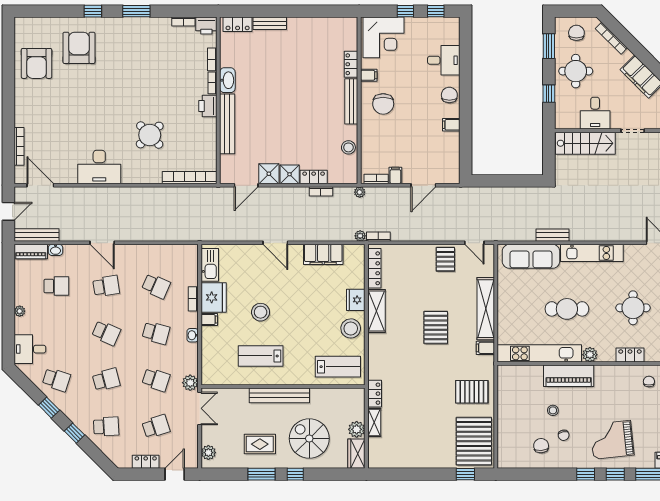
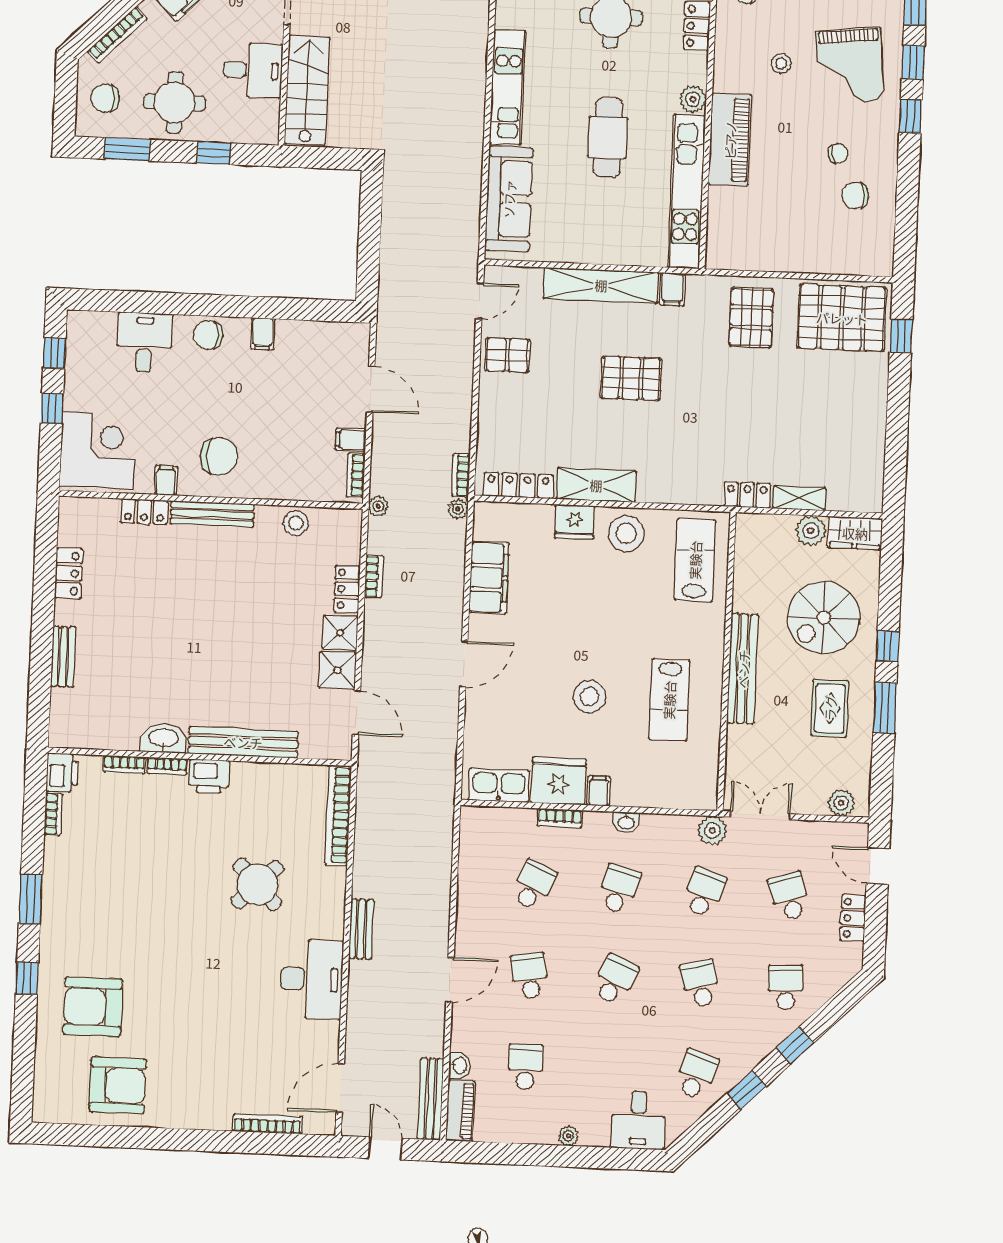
locker: (238, 24) -> (69, 573), moved
bench: (553, 235) -> (361, 929), moved
stool: (553, 410) -> (781, 64), moved

